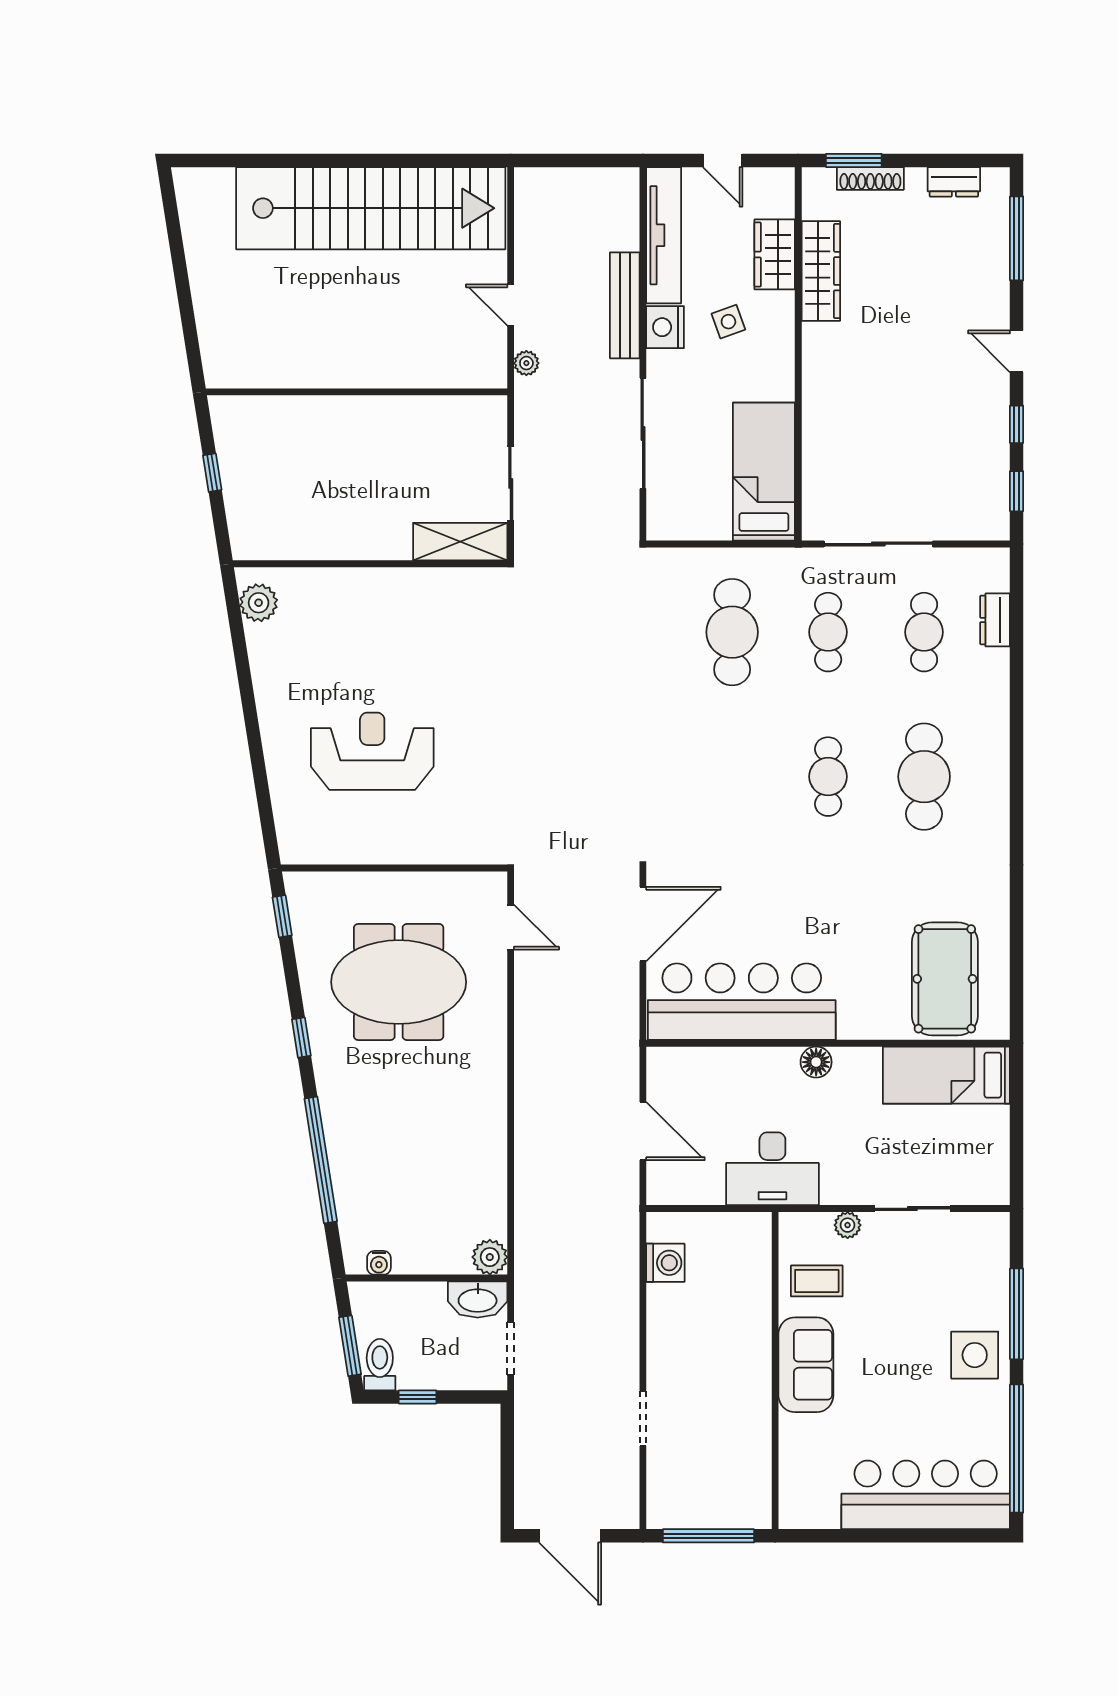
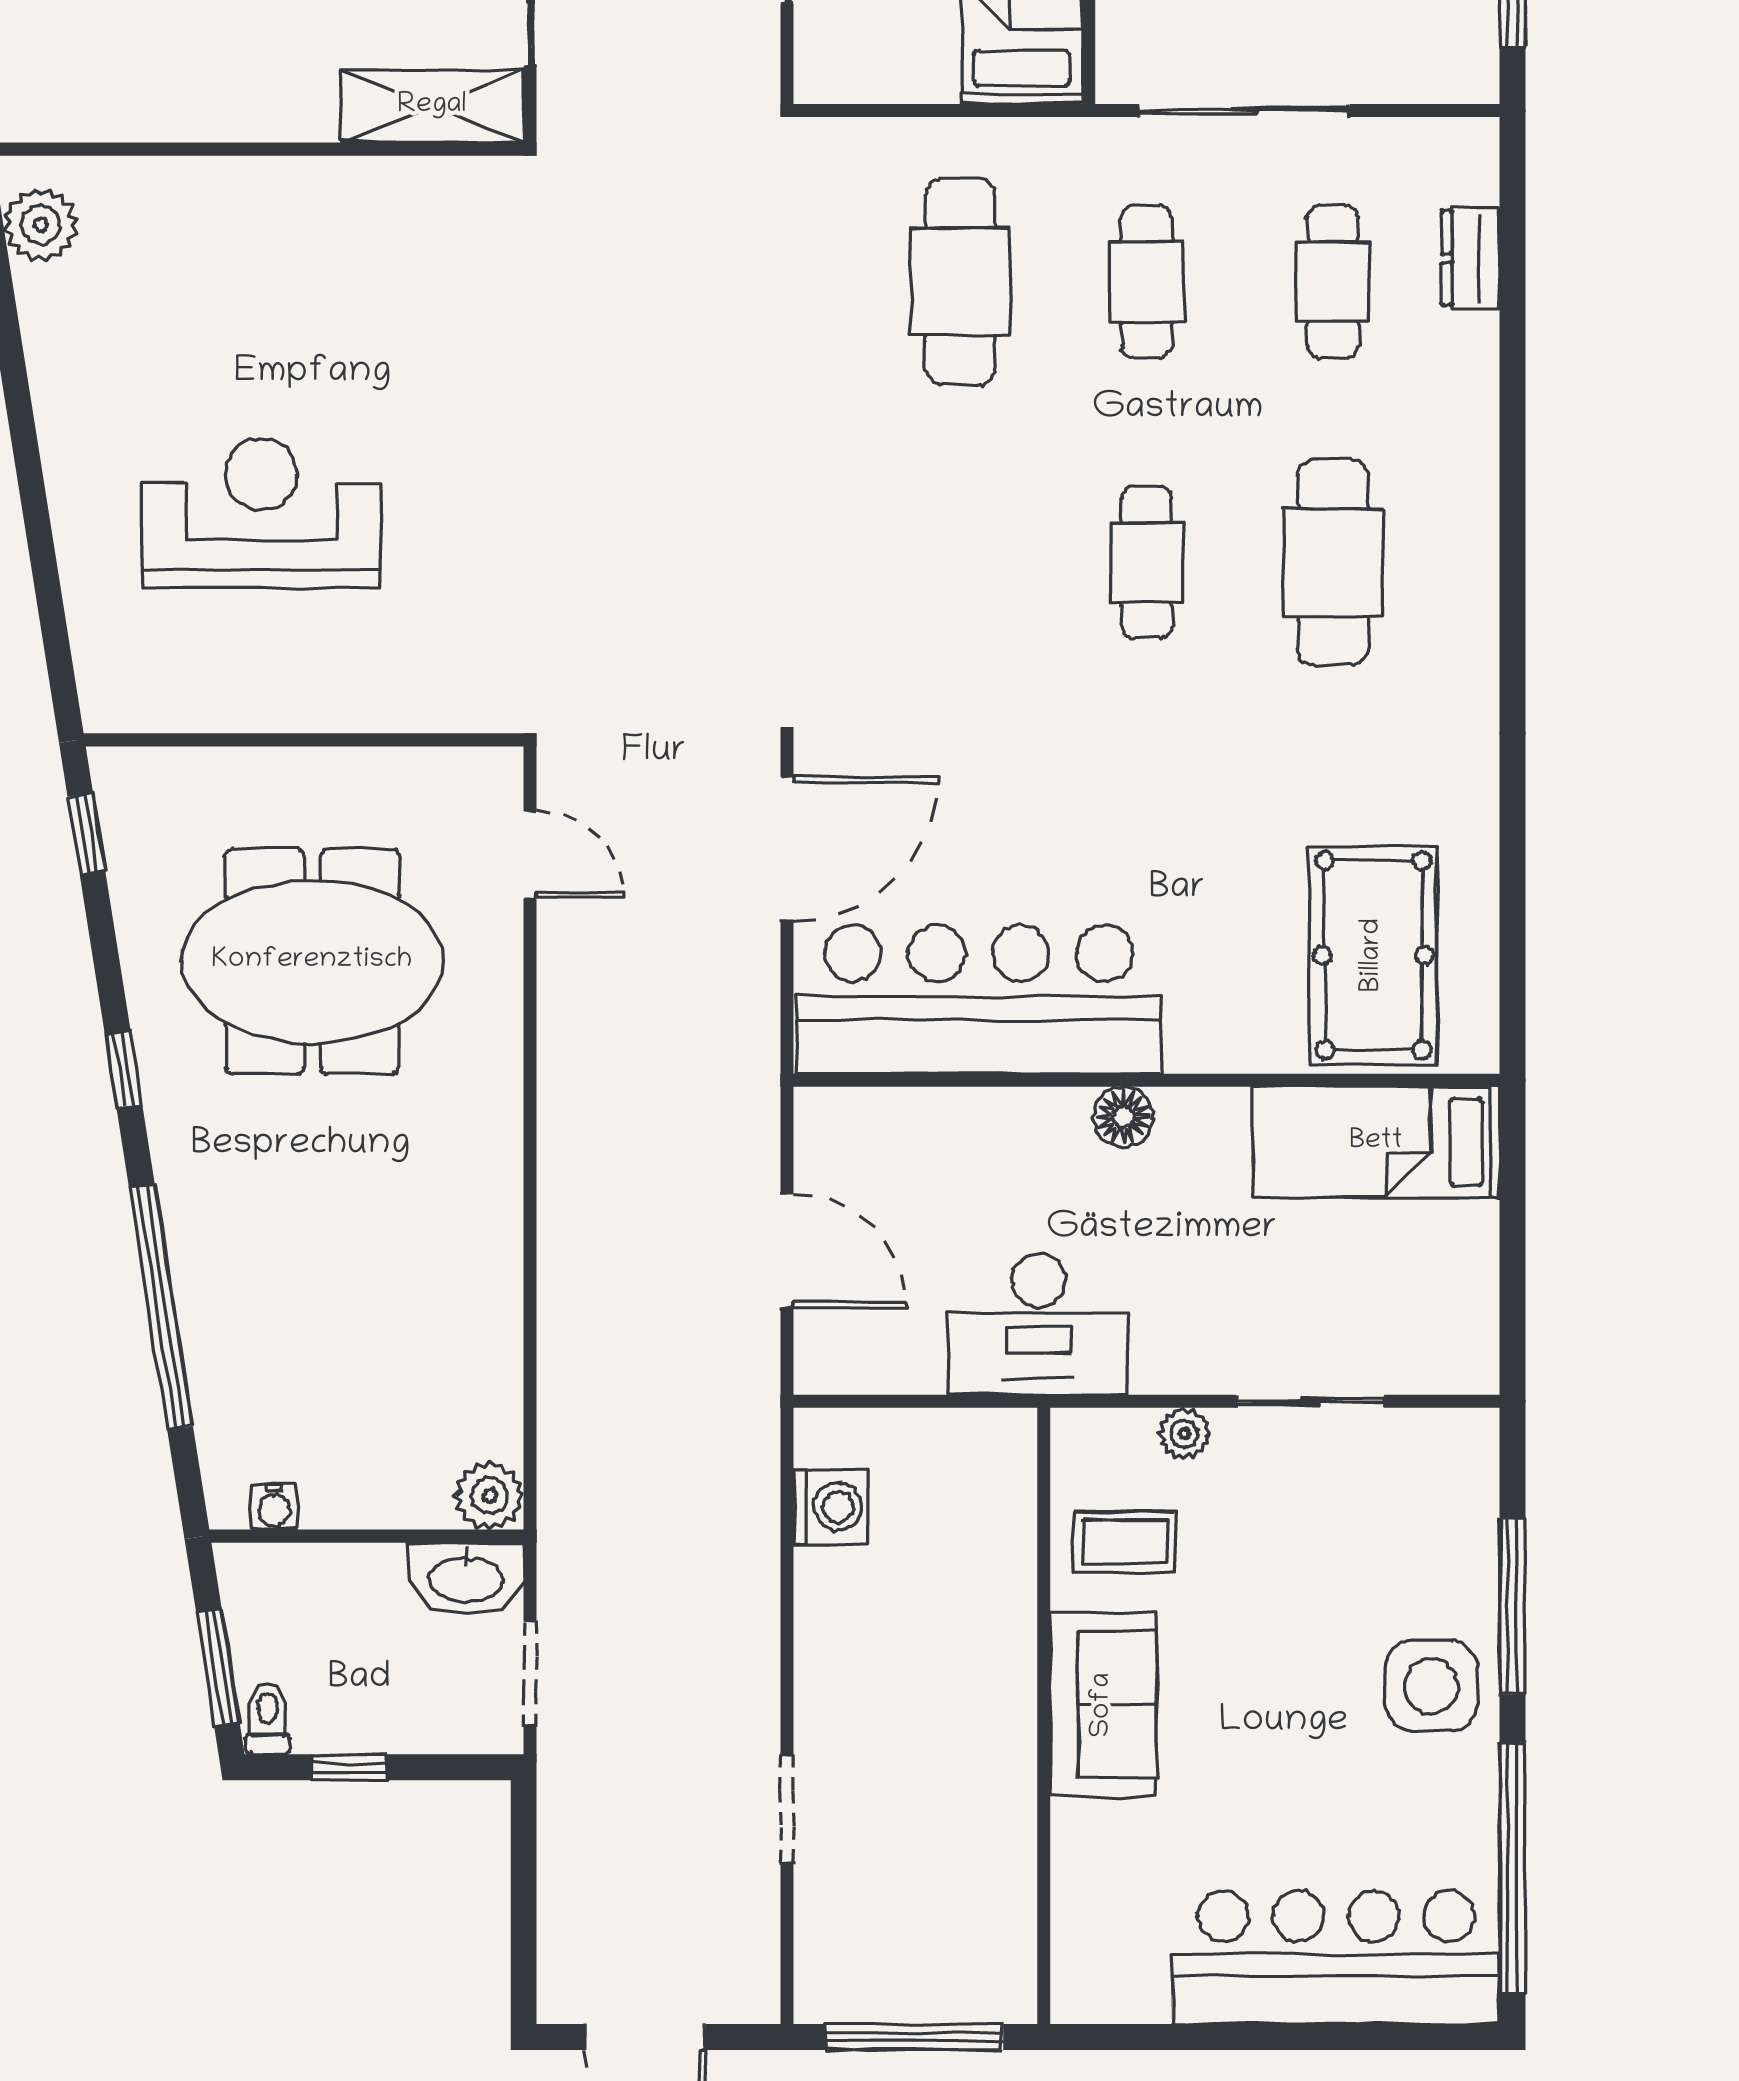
toilet: (380, 1365) -> (268, 1718), width x0.73, depth x0.72

